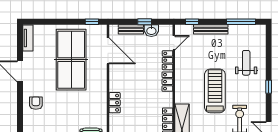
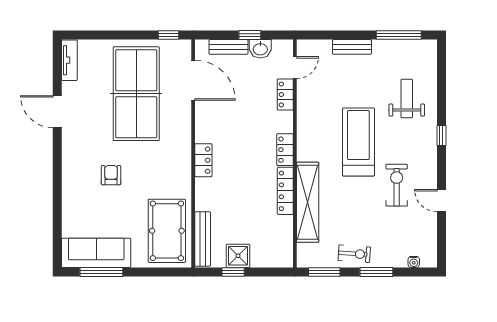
window: (192, 22) -> (323, 35), removed
bench: (211, 29) -> (352, 47), width x0.73
locker: (167, 82) -> (285, 150), moved
armchair: (36, 103) -> (111, 175), moved

